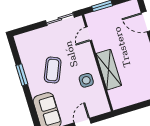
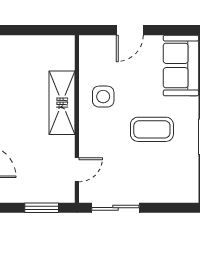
coffee table: (53, 70) -> (152, 129), turned 67

